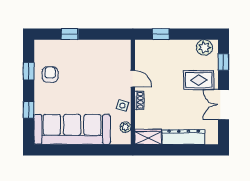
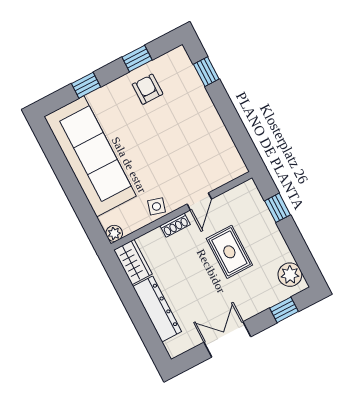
window: (70, 34) -> (206, 72), moved
armchair: (50, 74) -> (148, 89), turned -90
rug: (199, 80) -> (229, 252), moved
plant: (125, 127) -> (114, 233), moved

